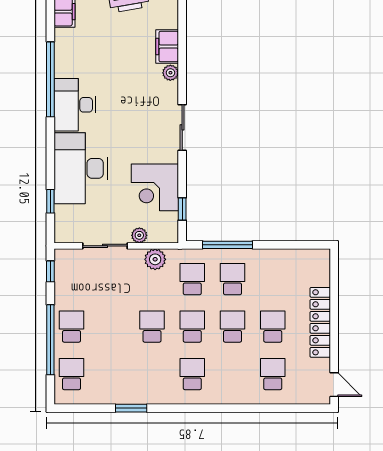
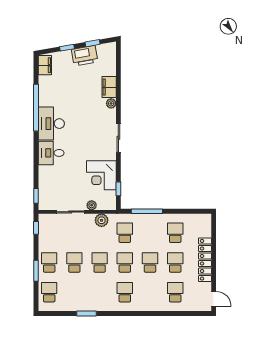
desk: (81, 168) -> (51, 153), width x0.53, depth x0.77
window: (50, 201) -> (36, 196), moved
school desk: (233, 279) -> (175, 233), moved
school desk: (112, 327) -> (74, 262), added
window: (50, 340) -> (36, 271), width x0.47

